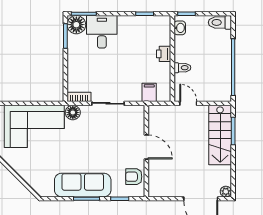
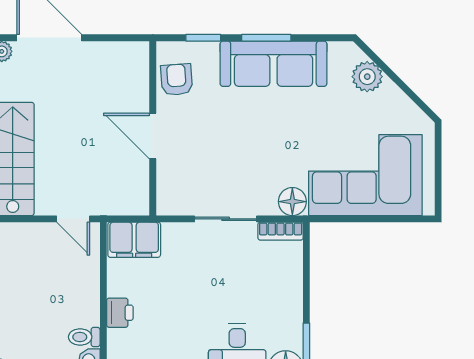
toilet: (182, 68) -> (84, 337), moved
filing cabinet: (149, 92) -> (134, 240), width x2.00
armchair: (134, 177) -> (177, 80), turned -94
plant: (33, 178) -> (367, 77), added

